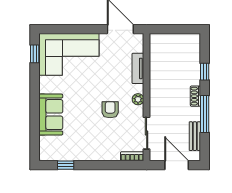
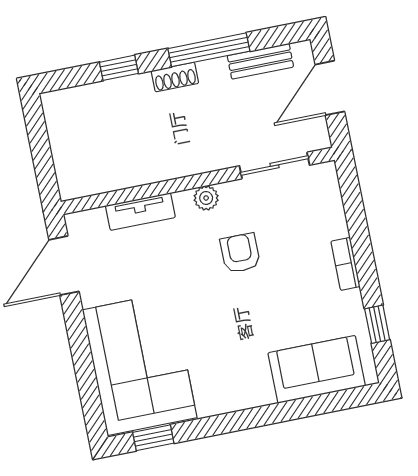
armchair: (110, 110) -> (240, 253), turned 90
sofa: (51, 115) -> (317, 369), moved
bookcase: (132, 156) -> (345, 264), moved

